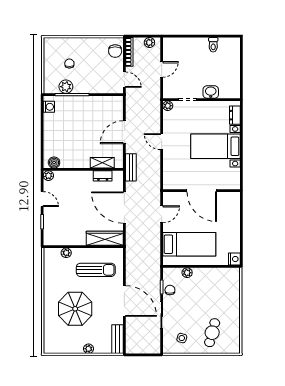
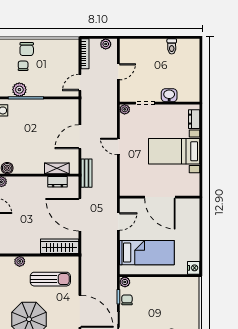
chair: (115, 51) -> (27, 49), moved
door: (124, 80) -> (80, 82), swing flipped
plant: (187, 273) -> (125, 282), moved

